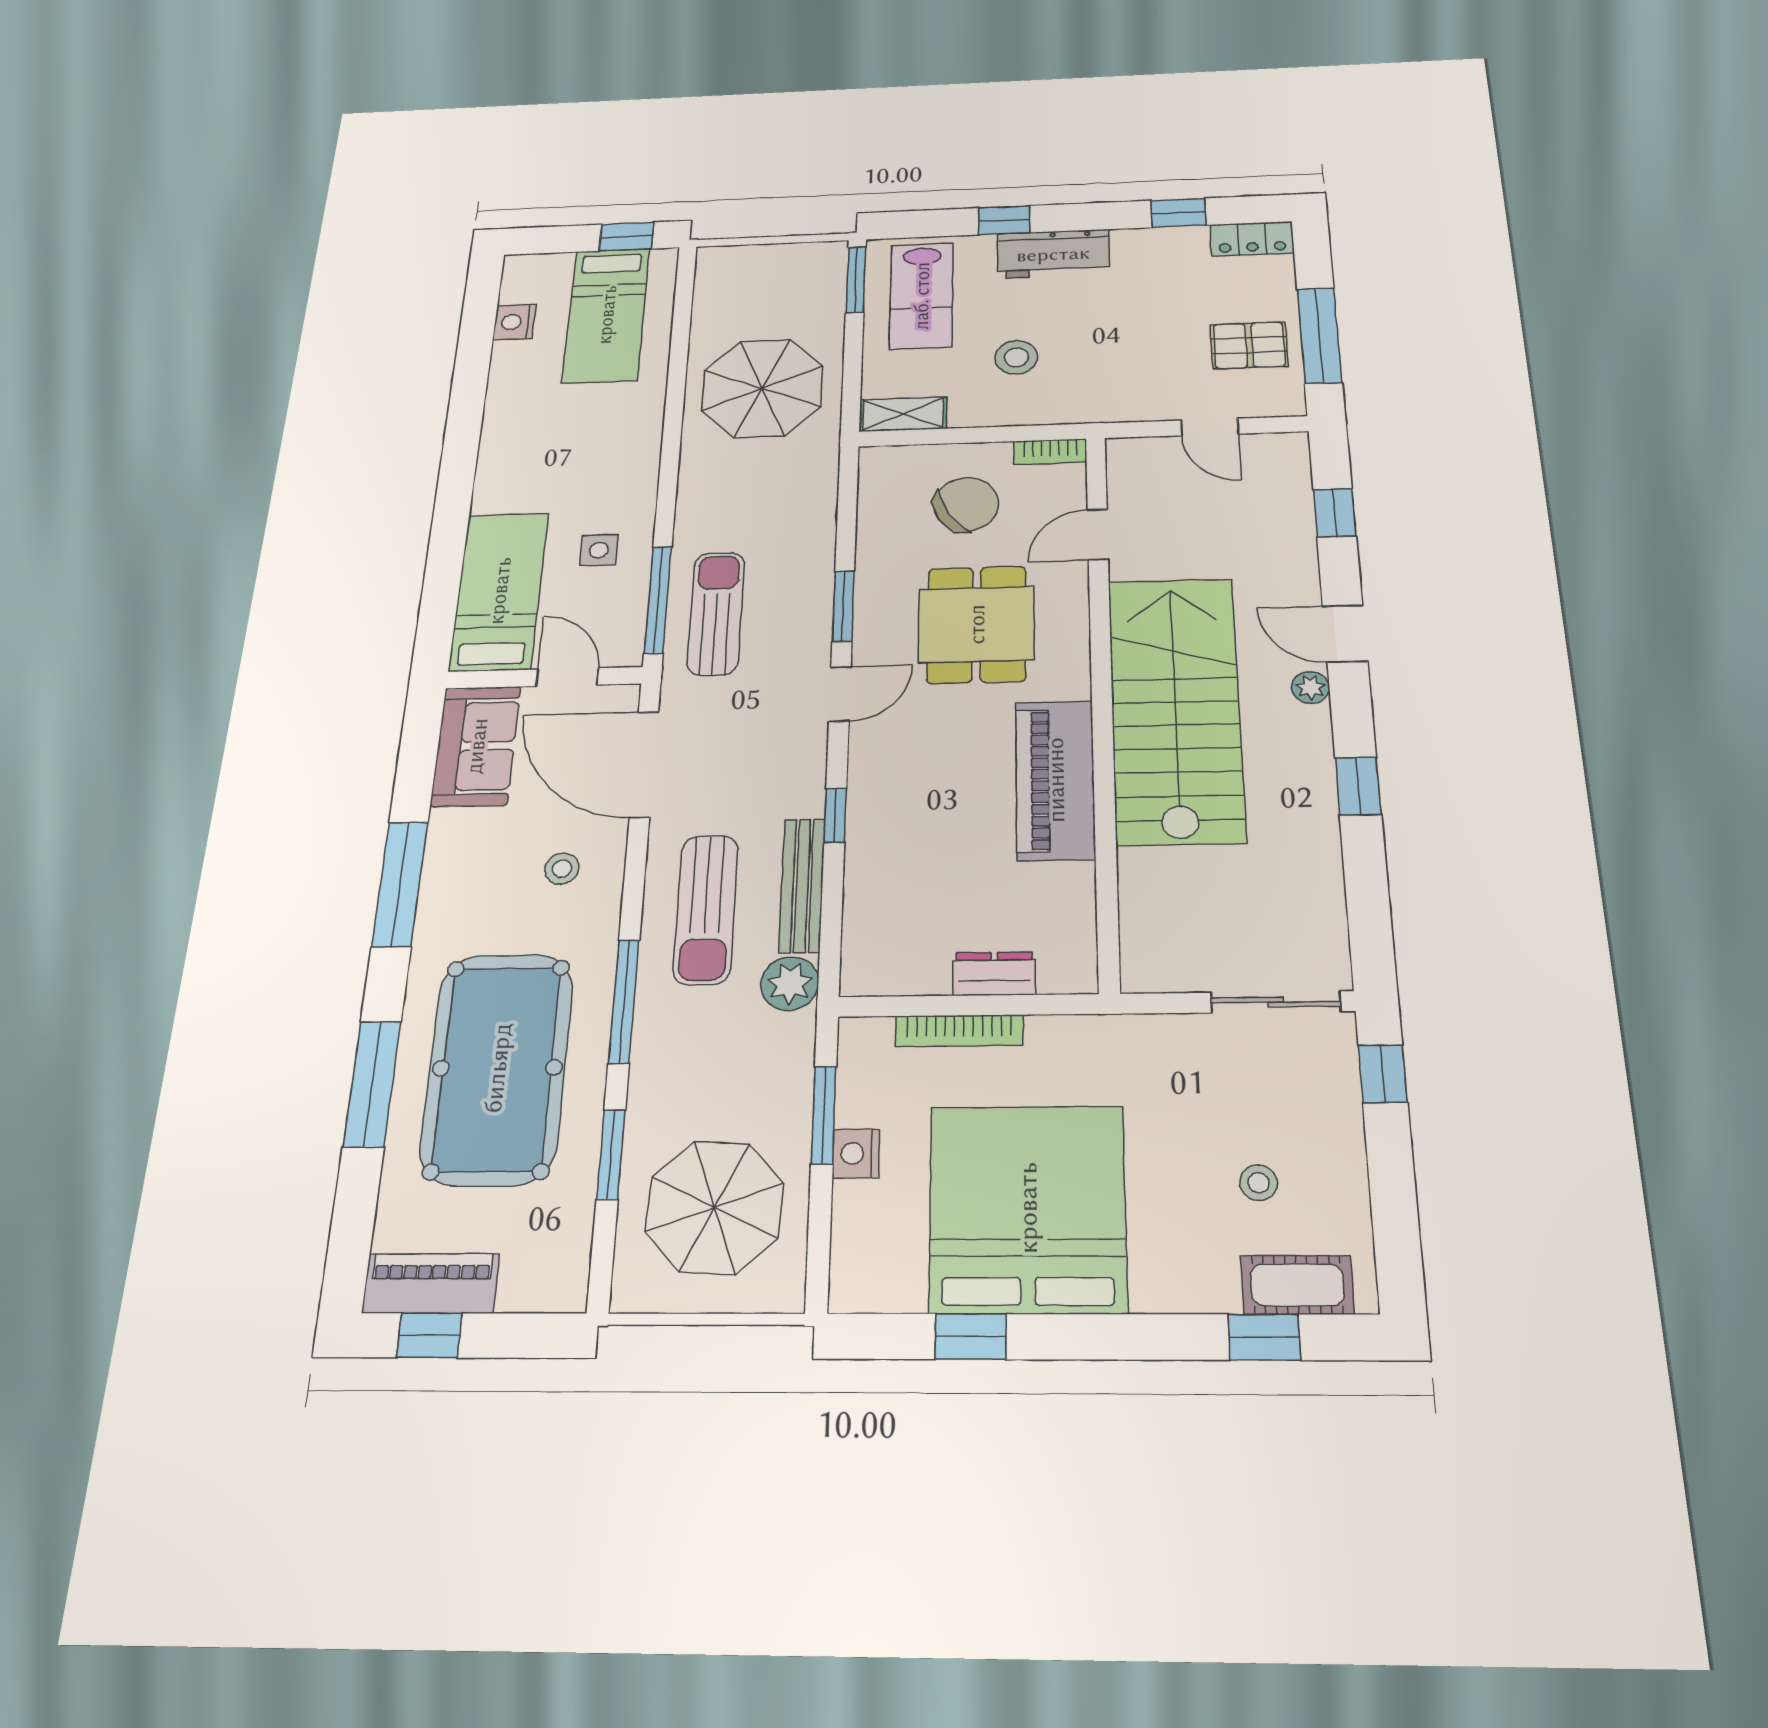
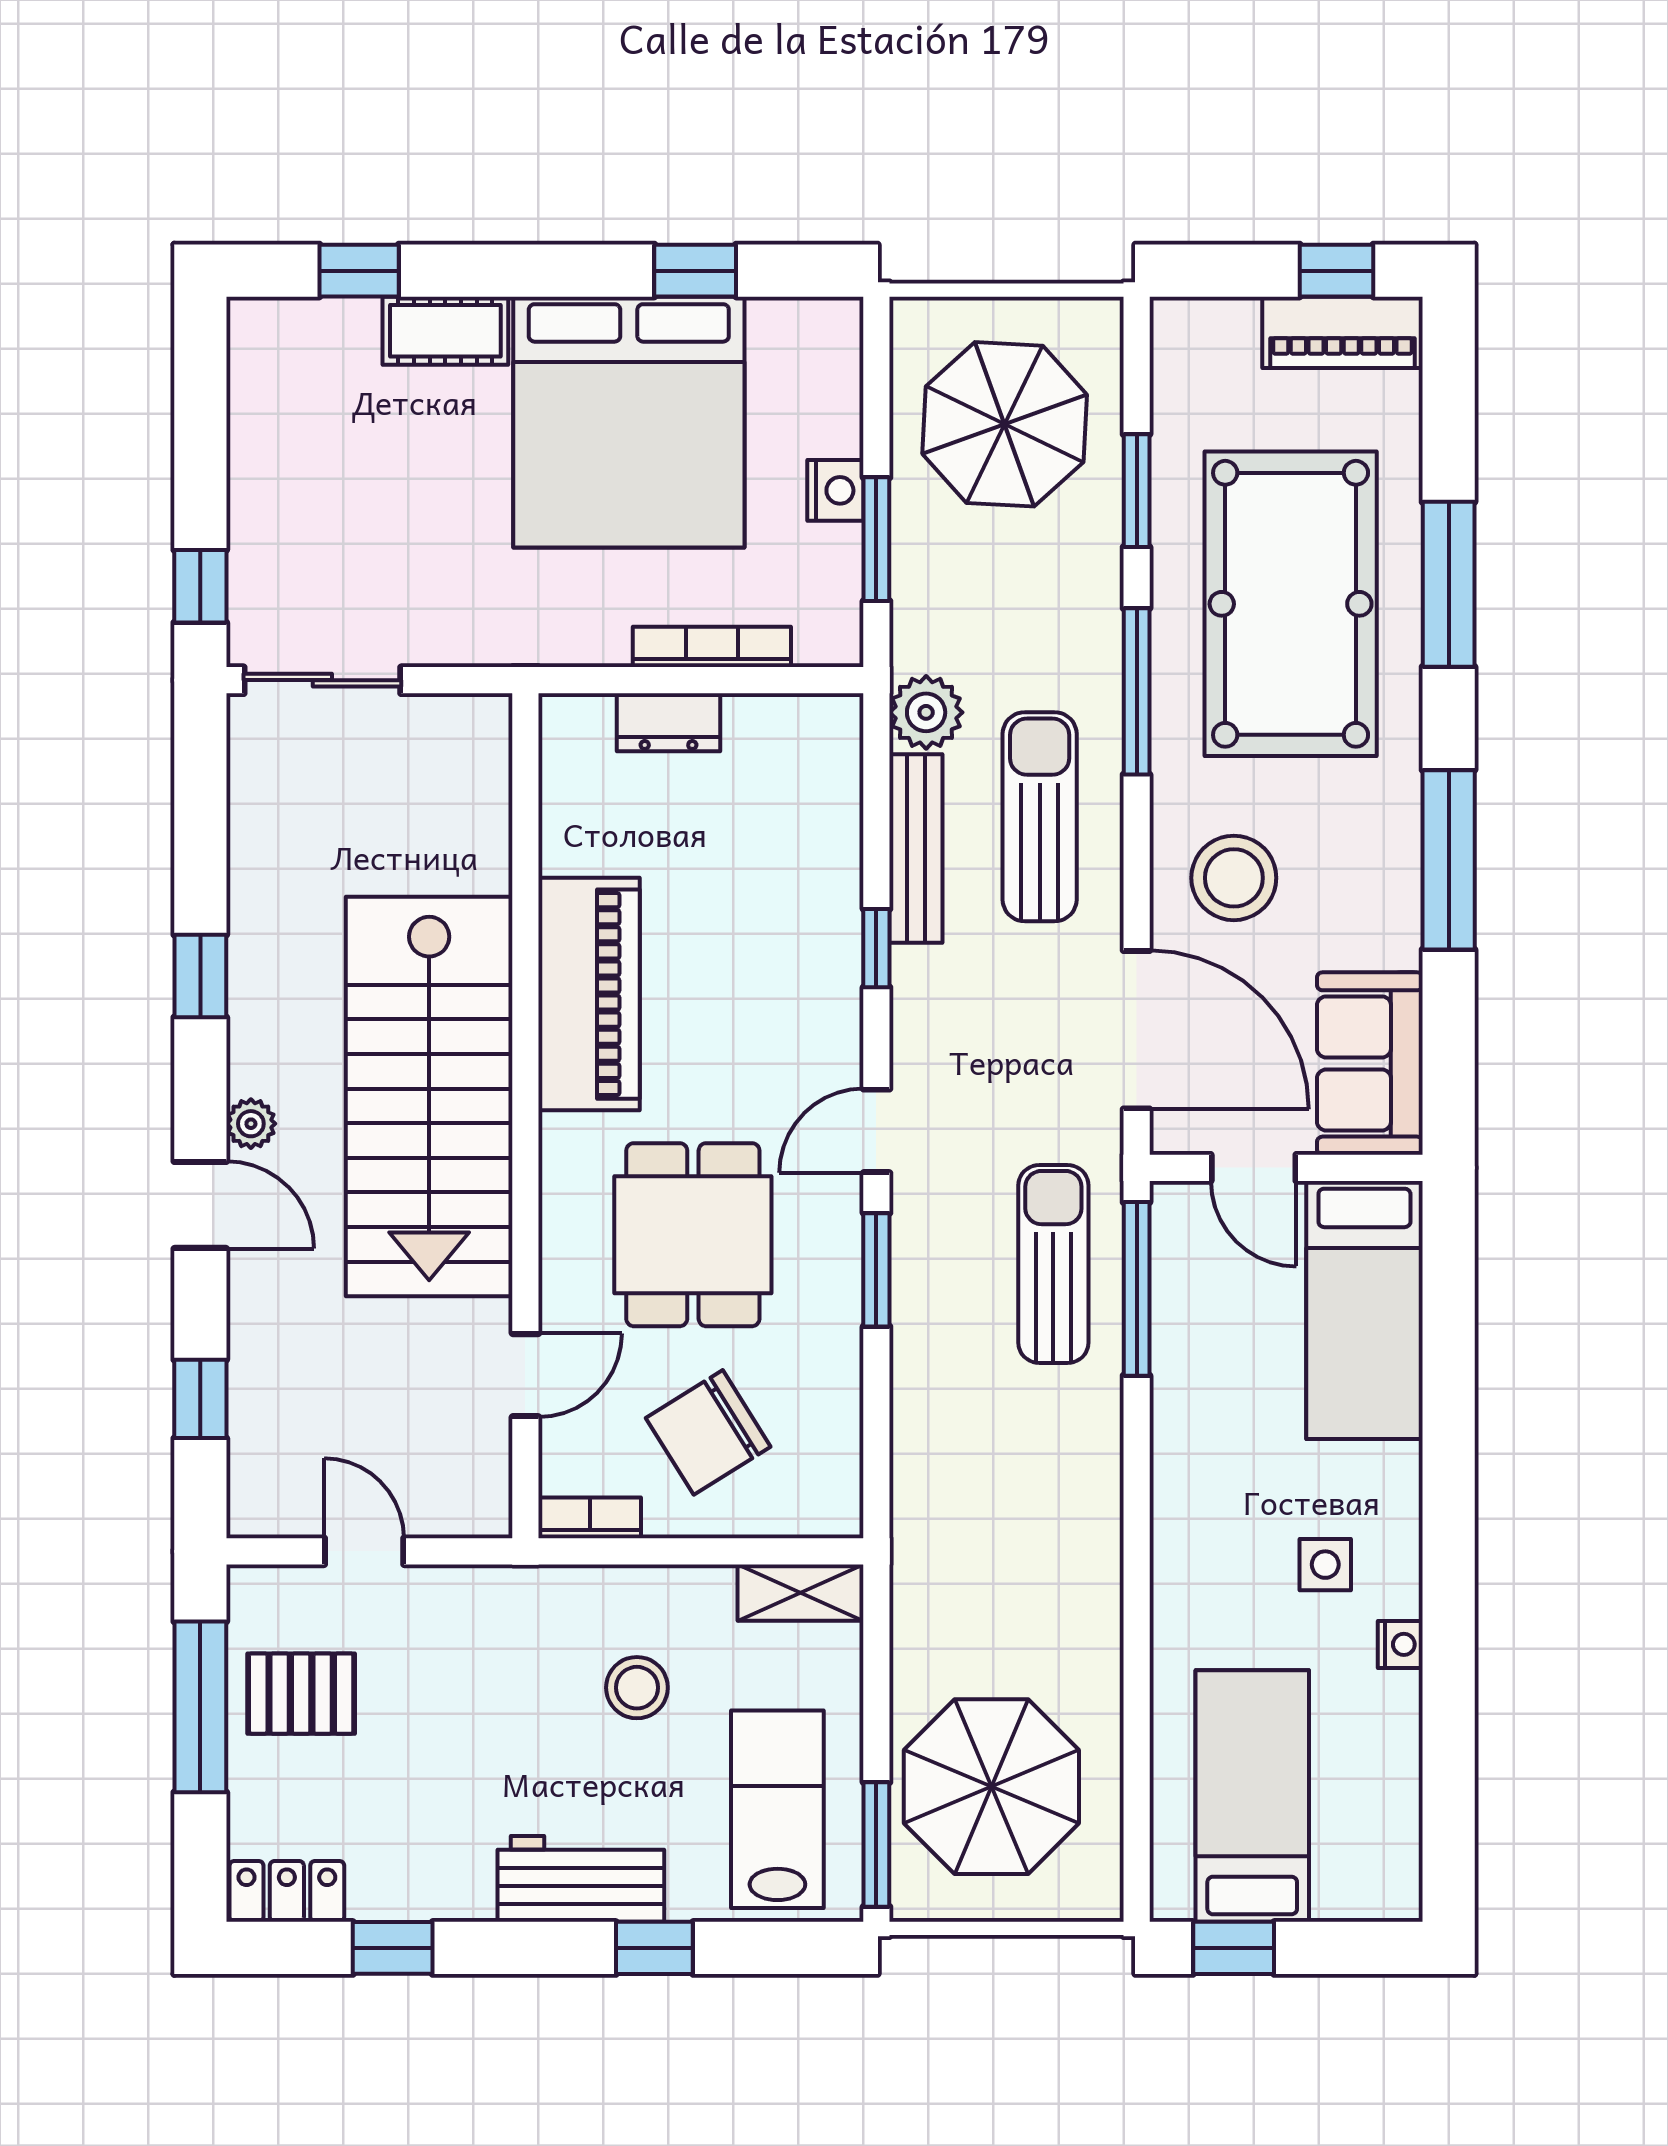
nightstand: (514, 322) -> (1400, 1644), moved, width x0.72, depth x0.74
parasol: (762, 388) -> (991, 1787), moved
side table: (599, 550) -> (1325, 1565), moved
sun lounger: (716, 613) -> (1053, 1264), turned 180
stool: (562, 869) -> (1234, 878), width x1.89, depth x1.89
stool: (1258, 1183) -> (356, 452), removed
cot: (1297, 1285) -> (445, 331), moved

